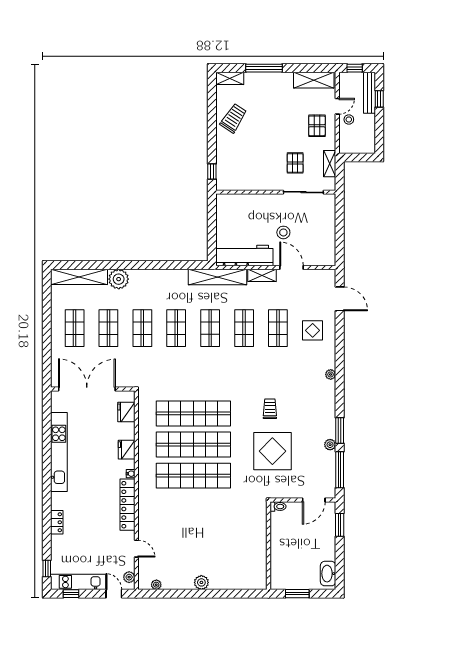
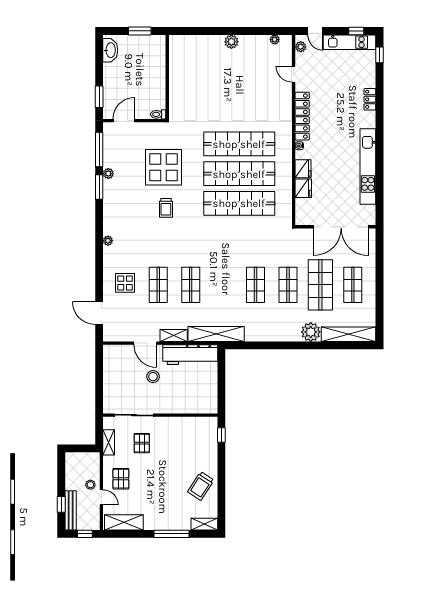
door: (337, 106) -> (101, 497), swing flipped
shop shelf: (108, 328) -> (320, 285), width x1.43, depth x1.36
shop shelf: (210, 328) -> (223, 285), removed
fridge: (126, 412) -> (303, 188), moved

